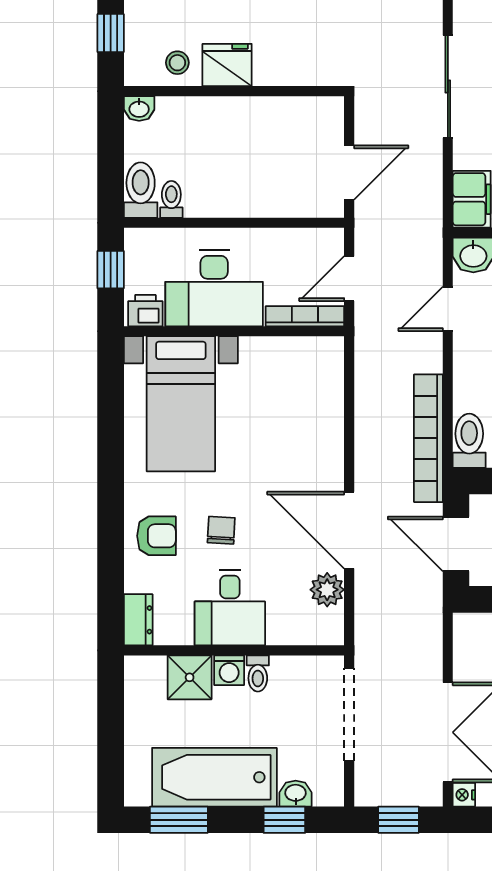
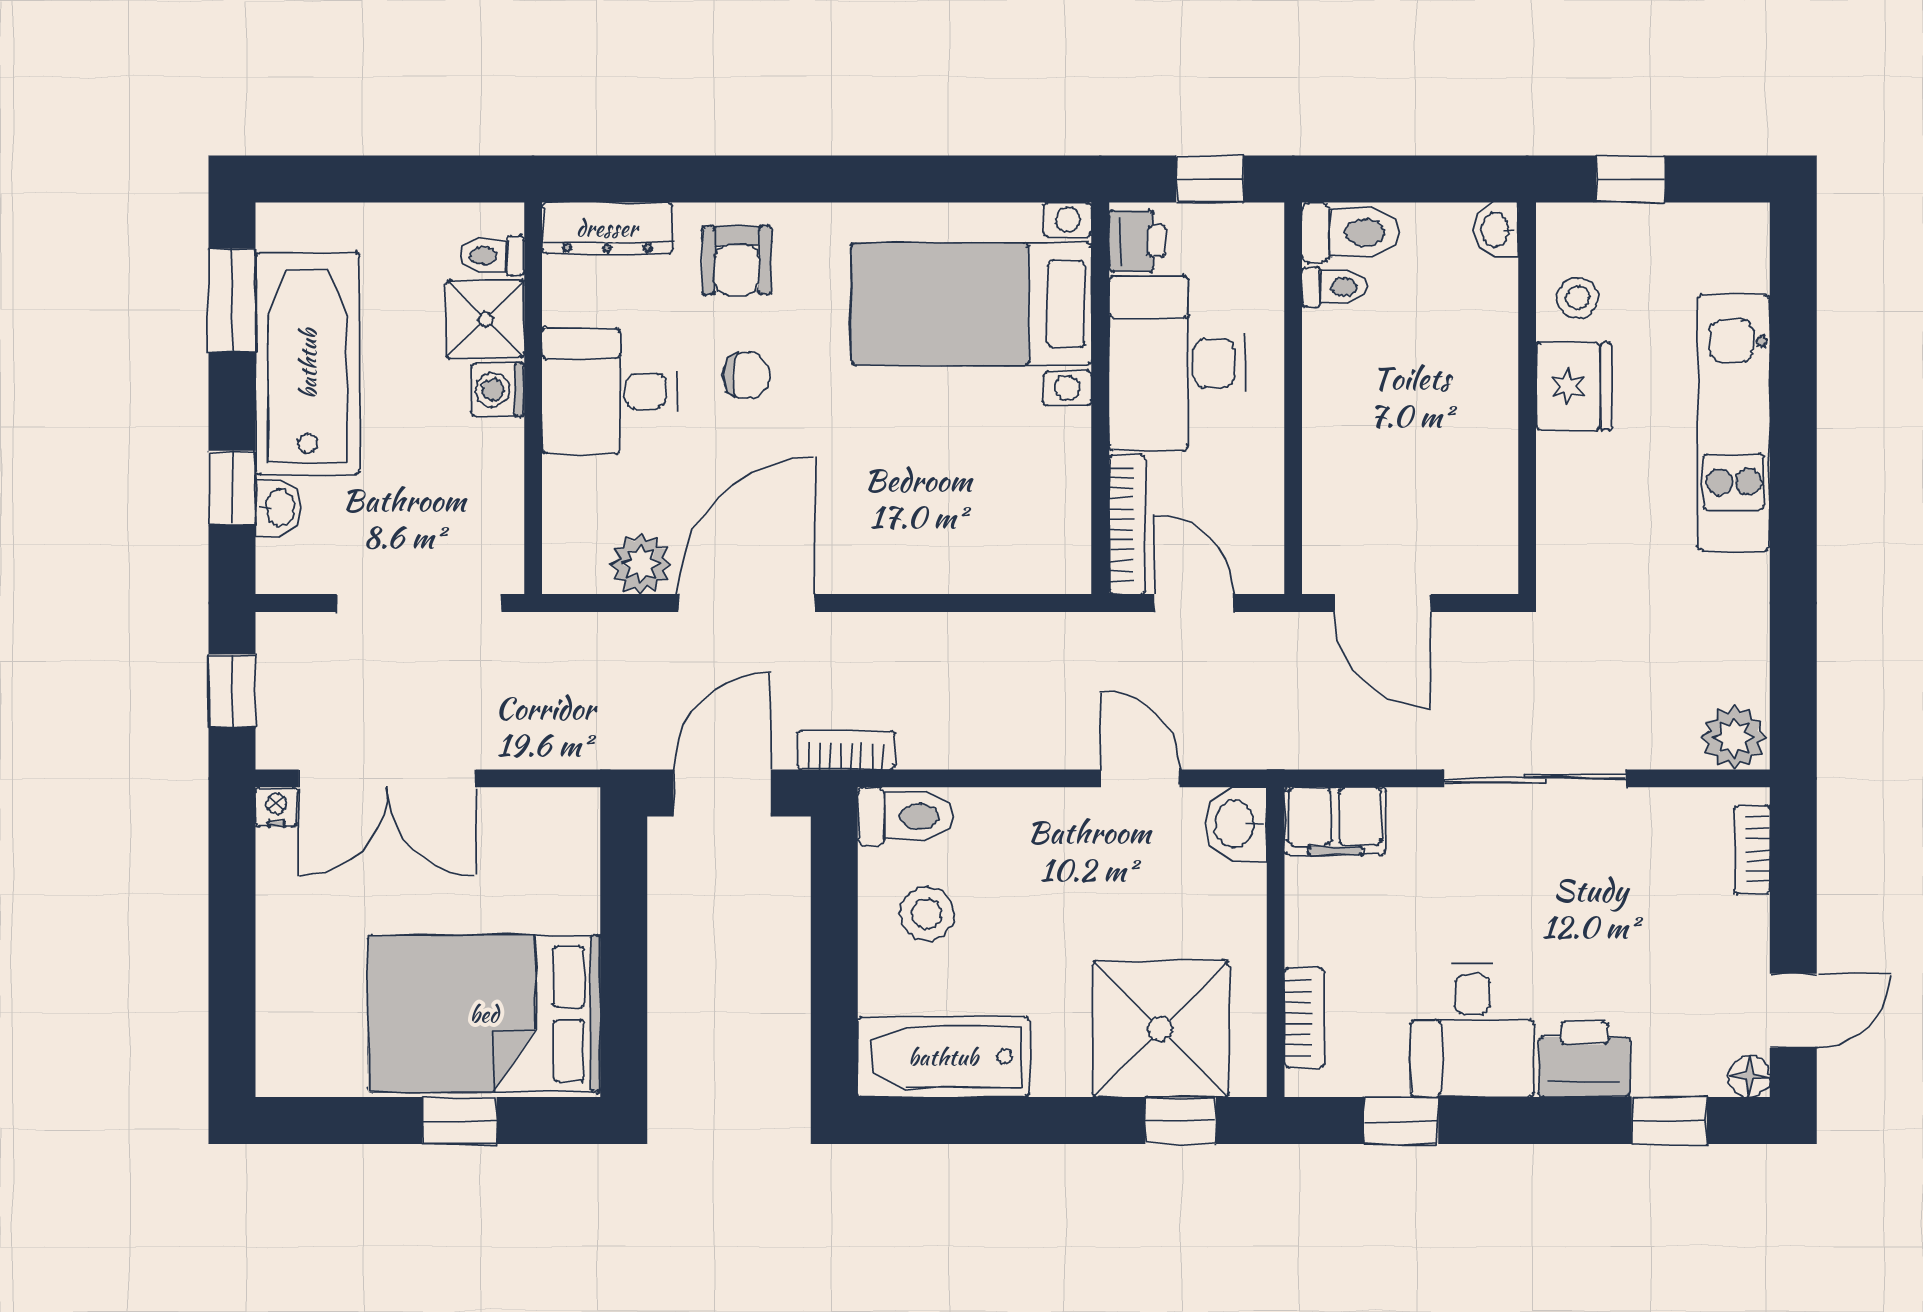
bookcase: (428, 438) -> (846, 750), width x0.43, depth x0.76
dresser: (138, 620) -> (607, 228), width x1.44
toilet: (258, 673) -> (492, 256), moved

